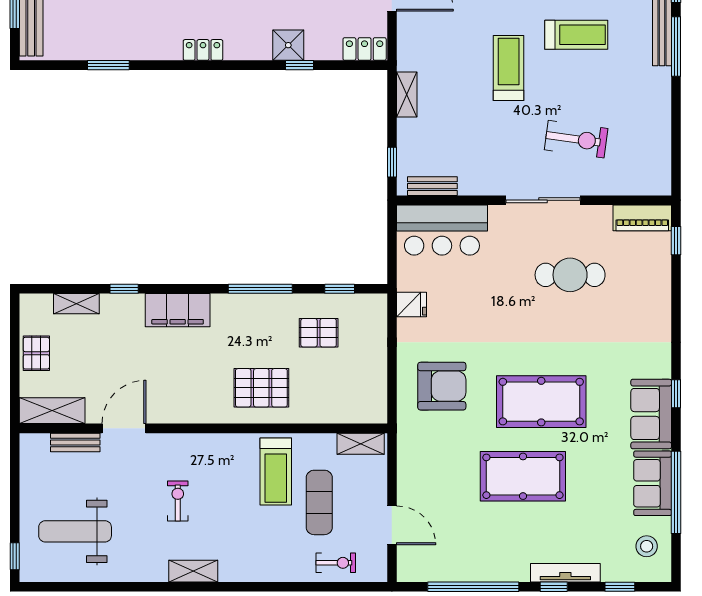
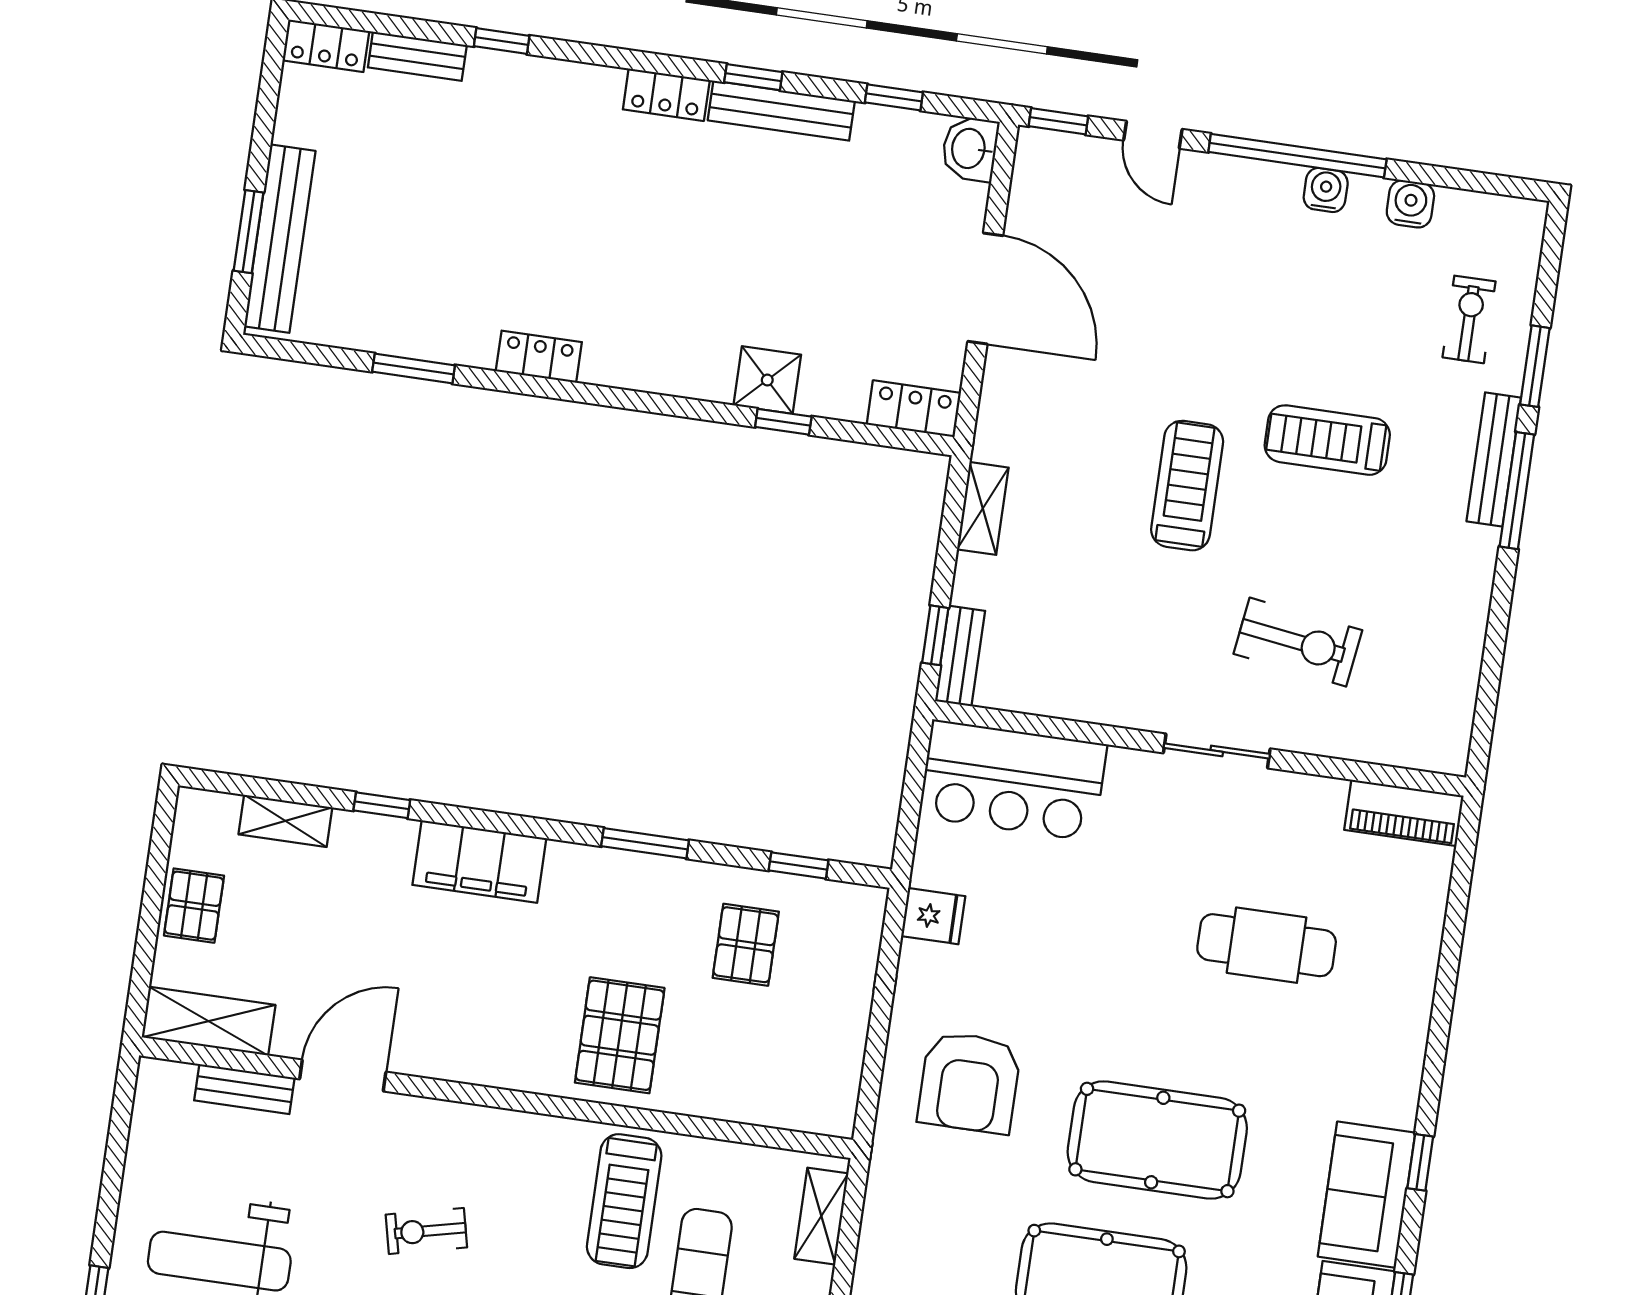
treadmill: (576, 35) -> (1327, 440), turned 180
locker: (203, 50) -> (539, 357), moved
bench: (432, 186) -> (960, 656), moved, turned 90
sliding door: (543, 200) -> (1217, 751), width x0.73
window: (676, 241) -> (1463, 866), removed
cafe table: (570, 275) -> (1267, 945), moved
window: (260, 289) -> (645, 843), width x0.69
pallet: (319, 333) -> (746, 945), turned 90
armchair: (442, 386) -> (969, 1082), turned 90
pallet: (261, 388) -> (620, 1035), turned 90
shelving: (361, 444) -> (821, 1216), moved, turned 90
exercise bike: (178, 501) -> (426, 1231), turned -103

